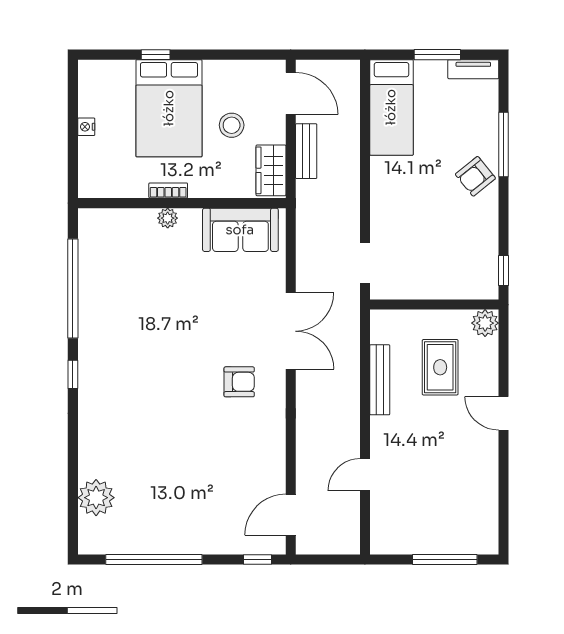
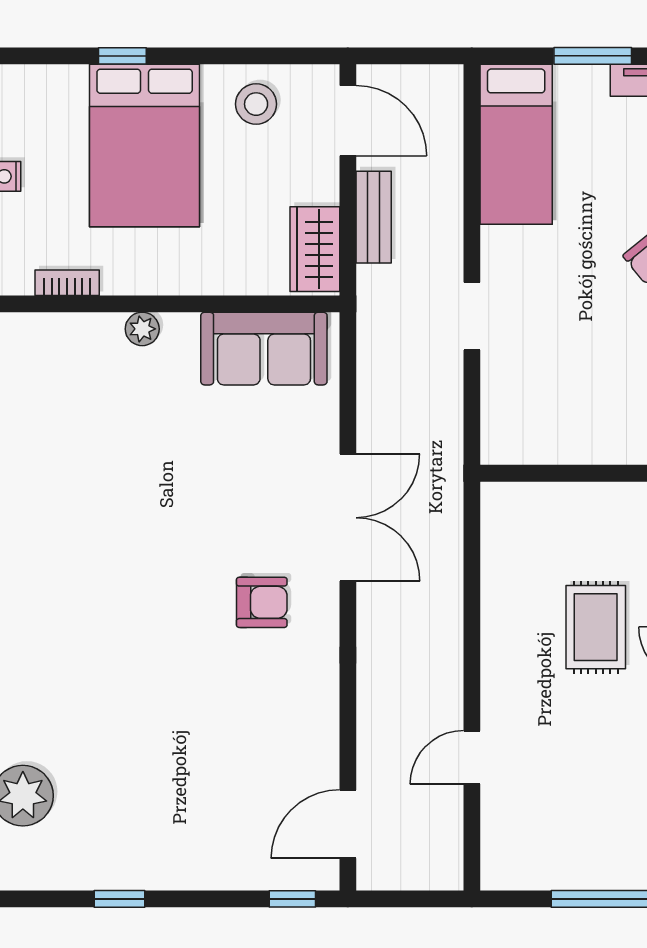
stool: (232, 125) -> (256, 104), moved
bookcase: (168, 190) -> (67, 283), moved
doorway: (365, 263) -> (472, 316), moved
rug: (440, 367) -> (596, 627), moved
bench: (380, 380) -> (497, 599), removed
window: (154, 559) -> (119, 899), width x0.32

